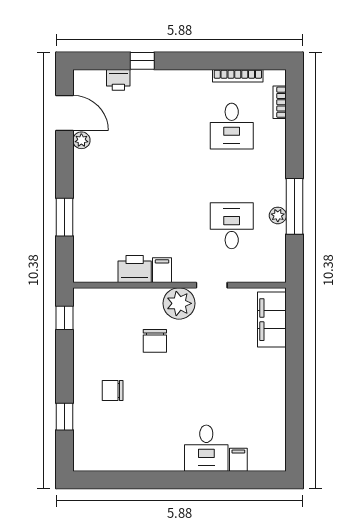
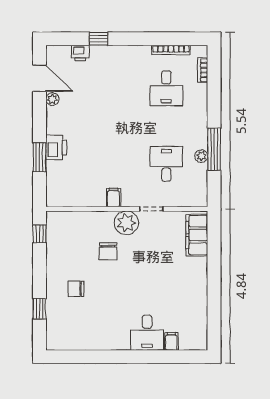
printer: (135, 269) -> (56, 147), moved, turned 90

